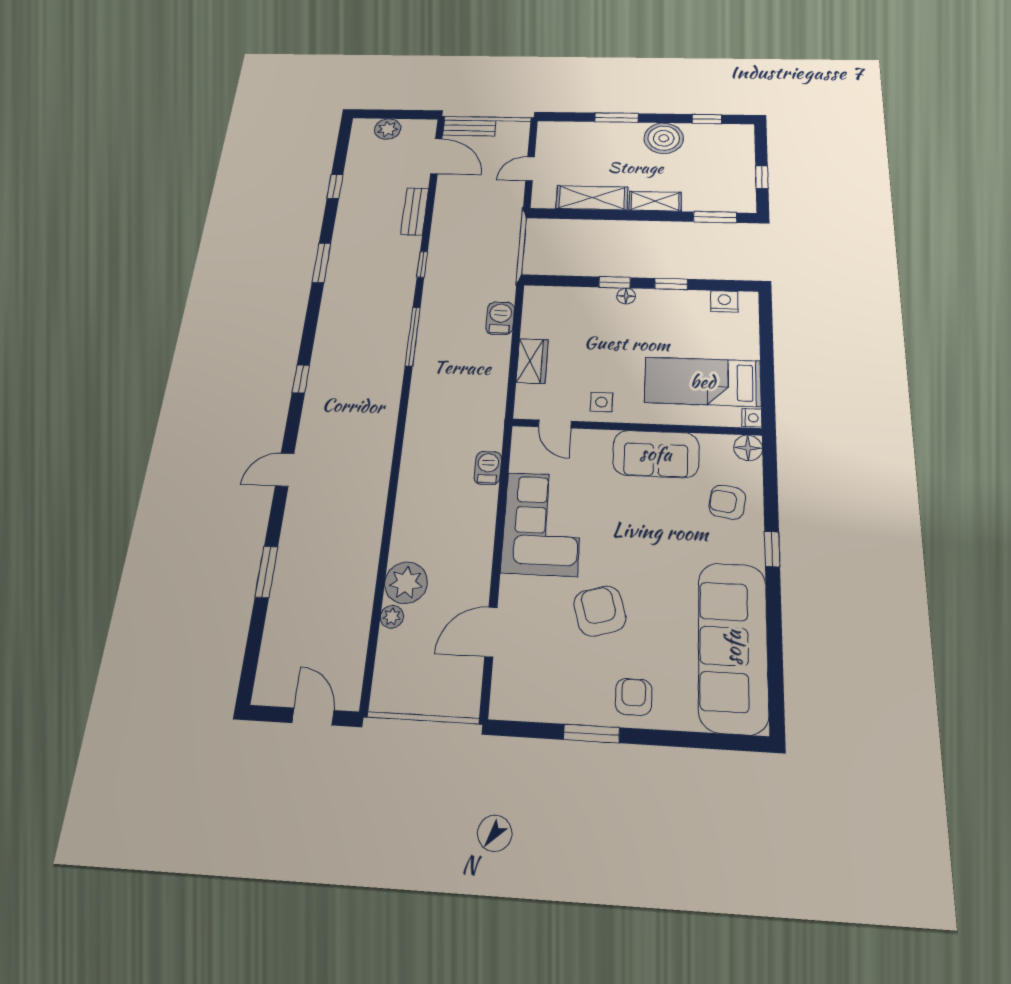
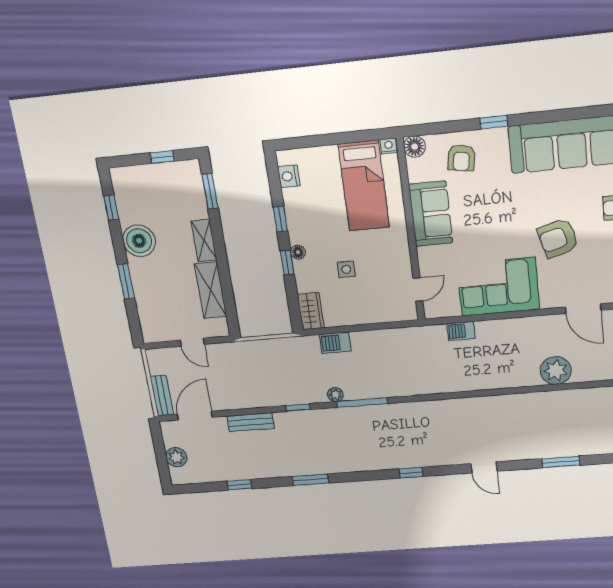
wardrobe: (532, 361) -> (311, 311), moved, turned 90
side table: (601, 402) -> (346, 269), moved
plant: (392, 617) -> (335, 395), moved

